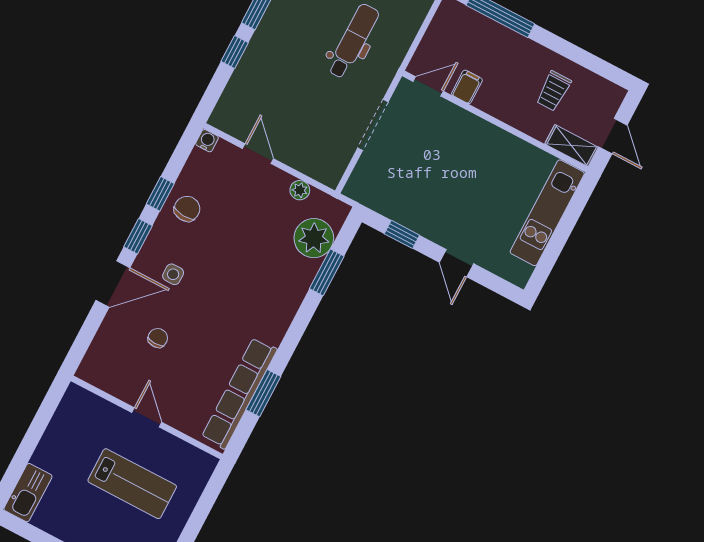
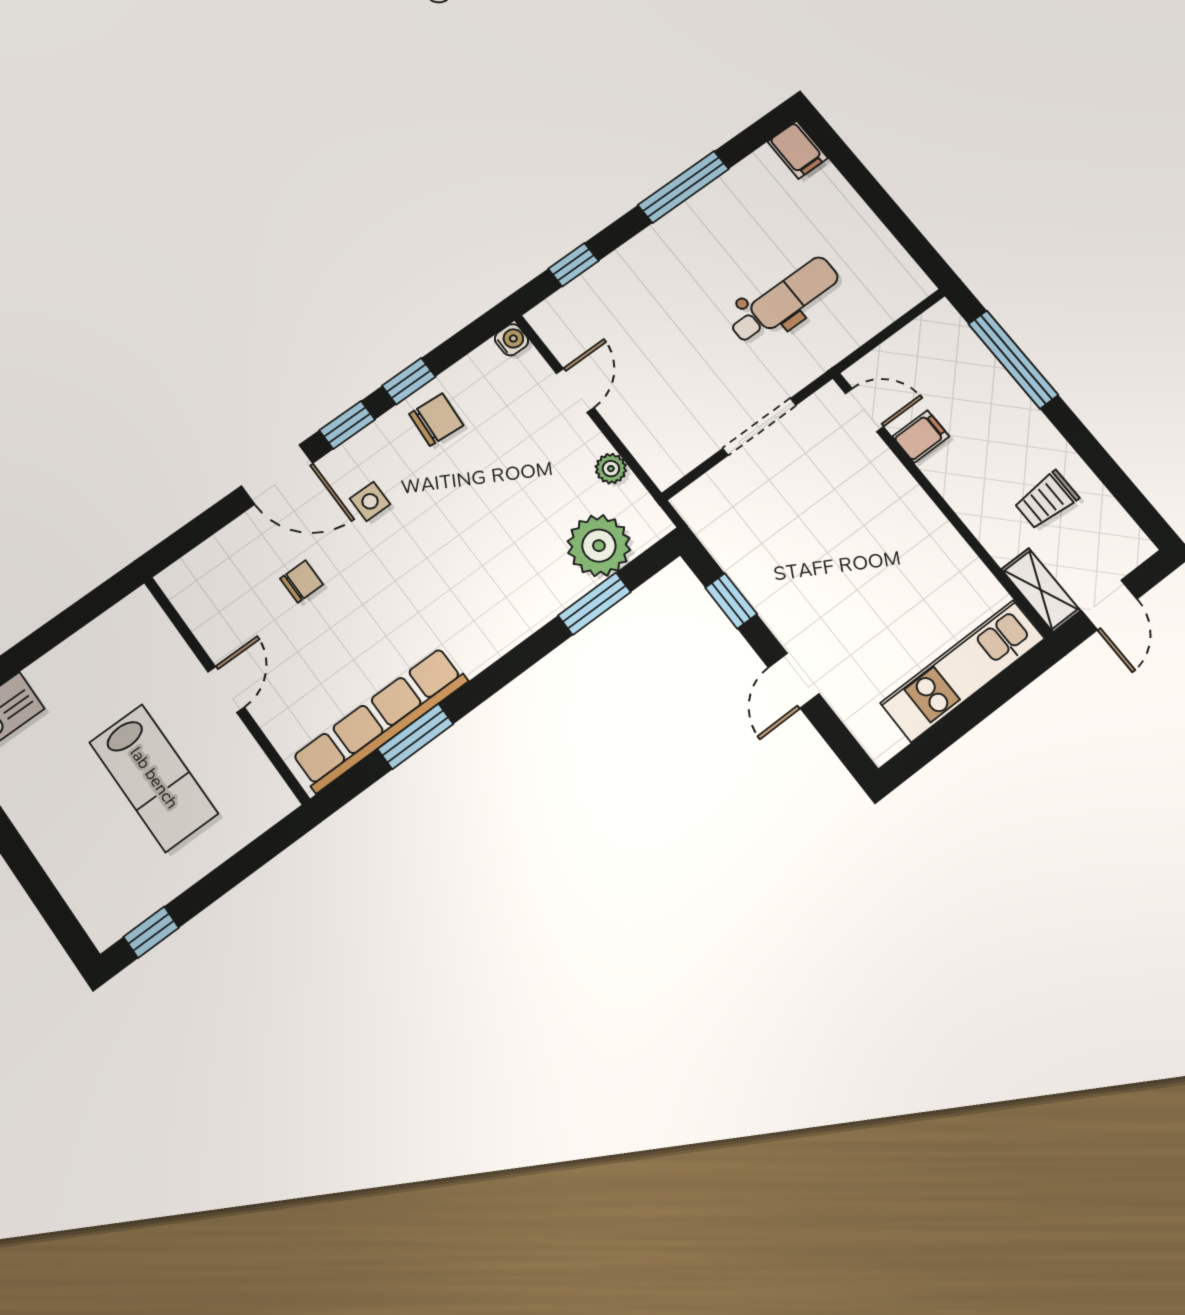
window: (235, 52) -> (573, 265), moved

